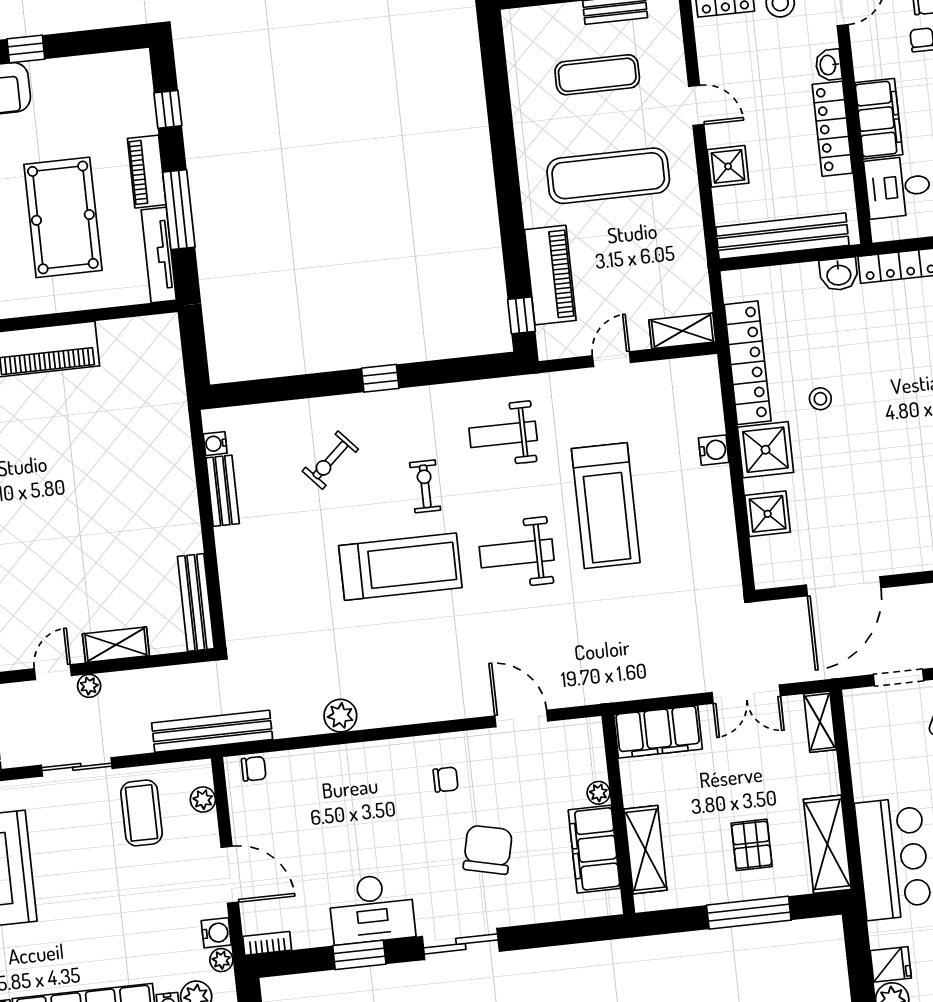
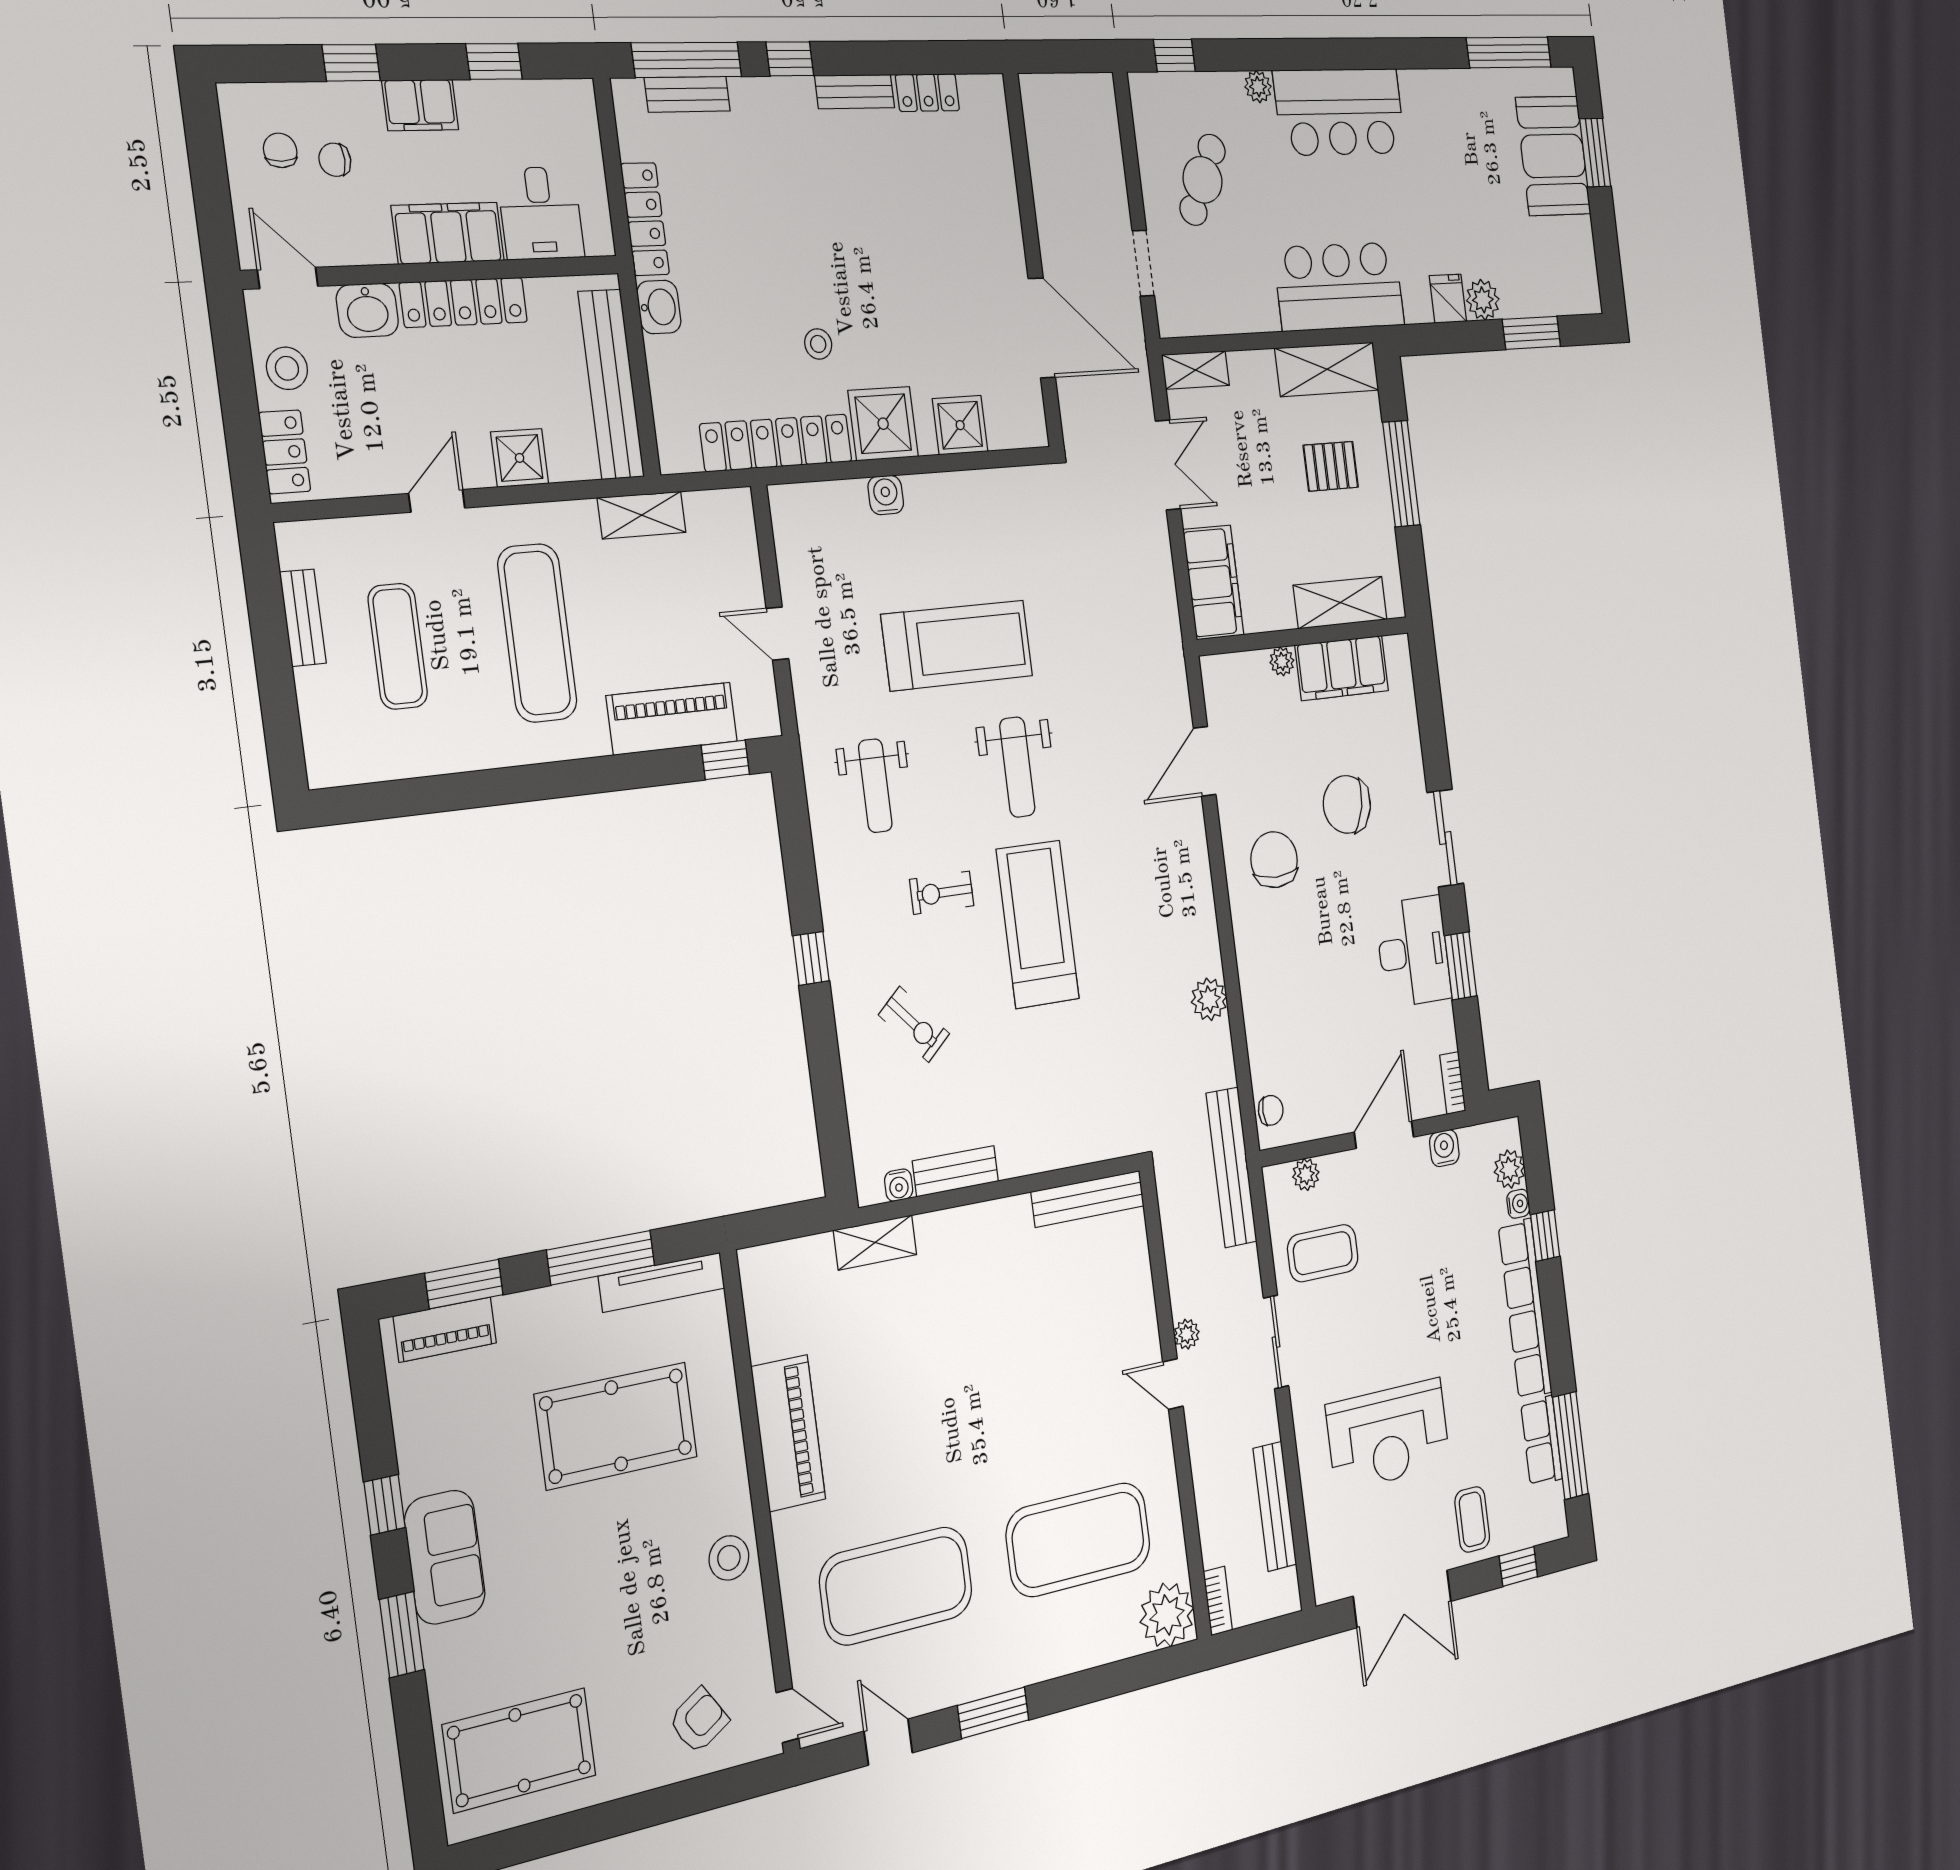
washbasin: (829, 65) -> (367, 310), width x1.38, depth x1.45
window: (168, 109) -> (464, 1284), width x1.50
piano: (147, 172) -> (445, 1330), moved
shelving: (682, 331) -> (642, 515), moved, turned 90
shelving: (116, 645) -> (875, 1242), moved, turned 90
chair: (254, 769) -> (1271, 1110), turned 89
chair: (446, 780) -> (1274, 860), width x1.87, depth x1.87
plant: (221, 960) -> (1472, 1140), removed

